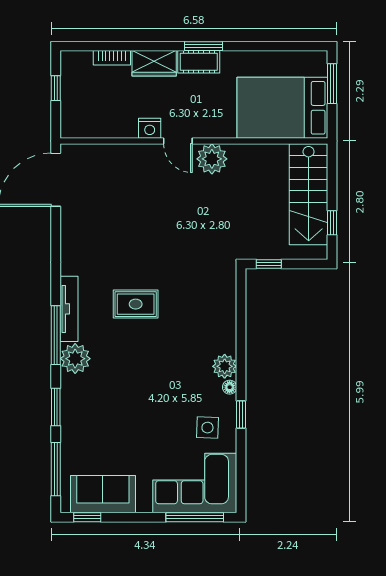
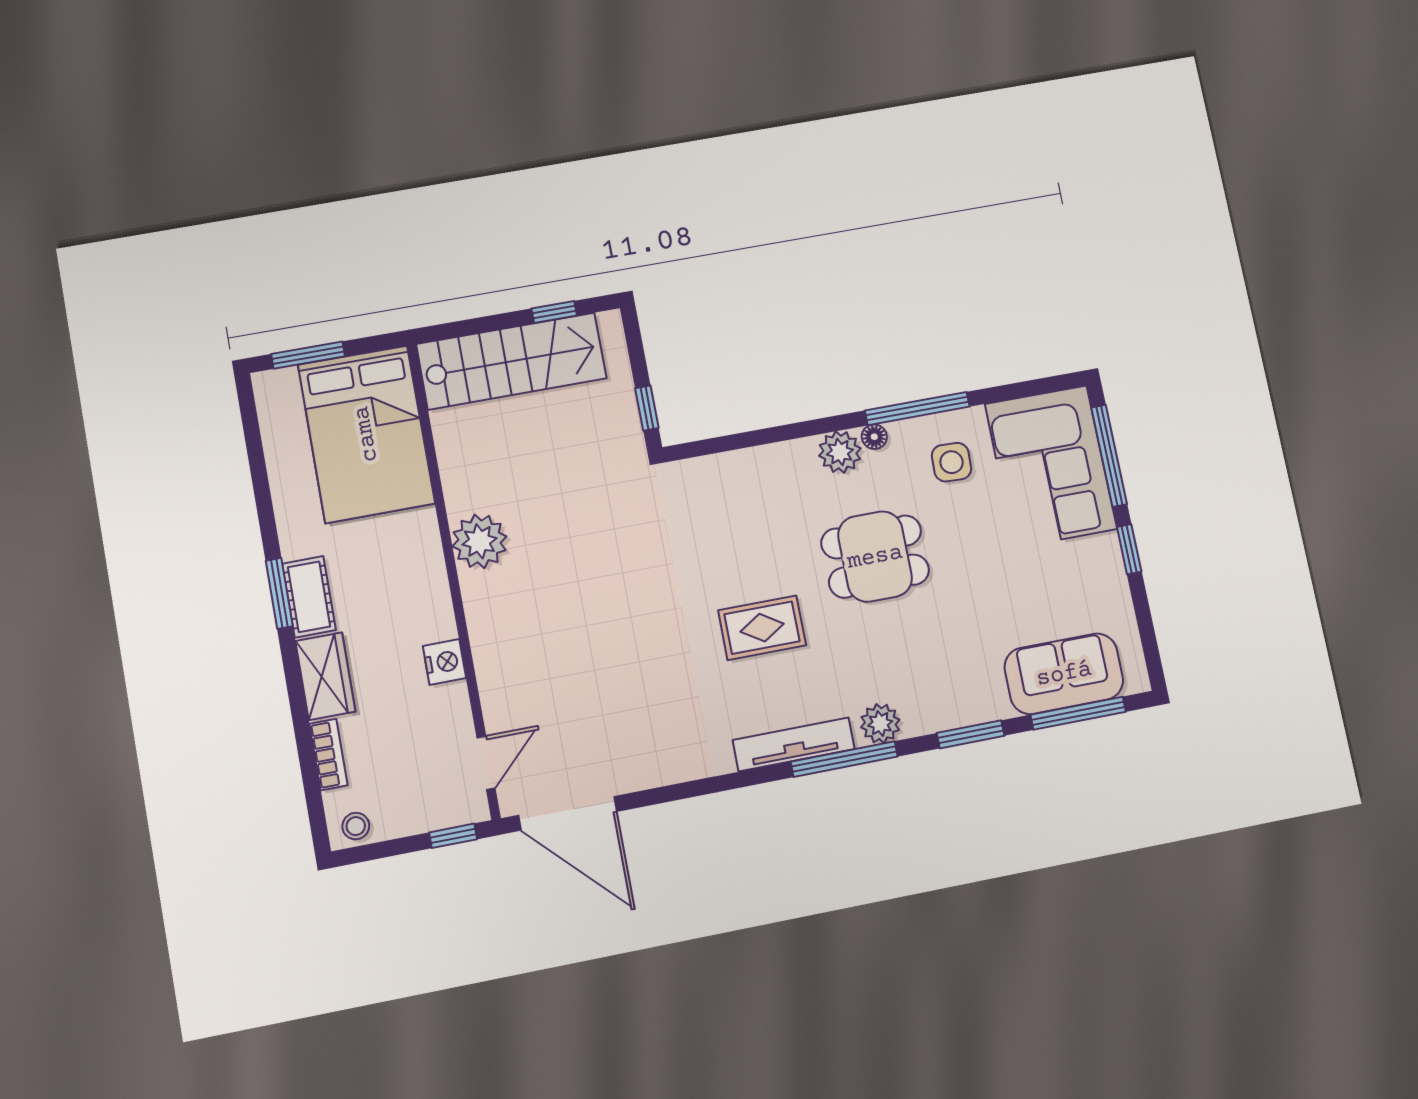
stool: (71, 66) -> (356, 826), added
window: (56, 88) -> (453, 836), moved
door: (178, 141) -> (486, 763), moved
rug: (136, 304) -> (762, 628), turned 90
plant: (75, 359) -> (880, 723), width x0.73, depth x0.73
dining table: (163, 374) -> (875, 557), added
window: (241, 415) -> (917, 409), width x2.17
sofa: (103, 494) -> (1064, 674), moved, turned 90
window: (87, 517) -> (1129, 549), moved

